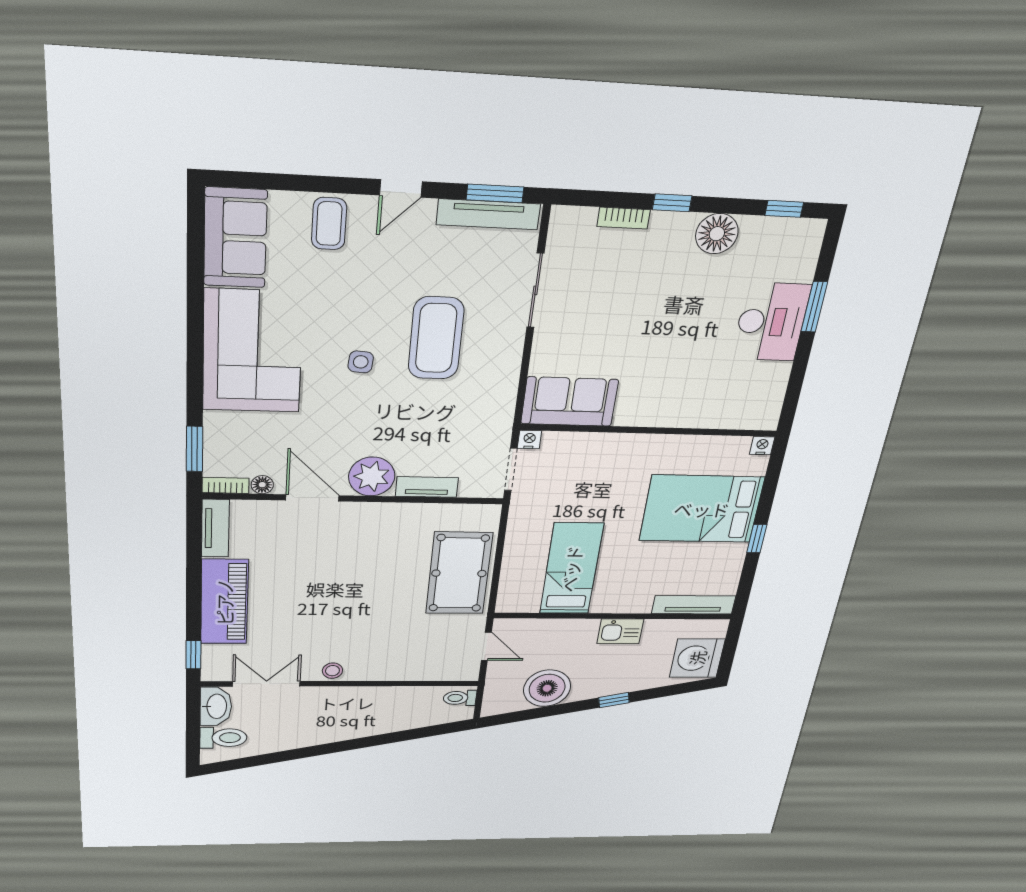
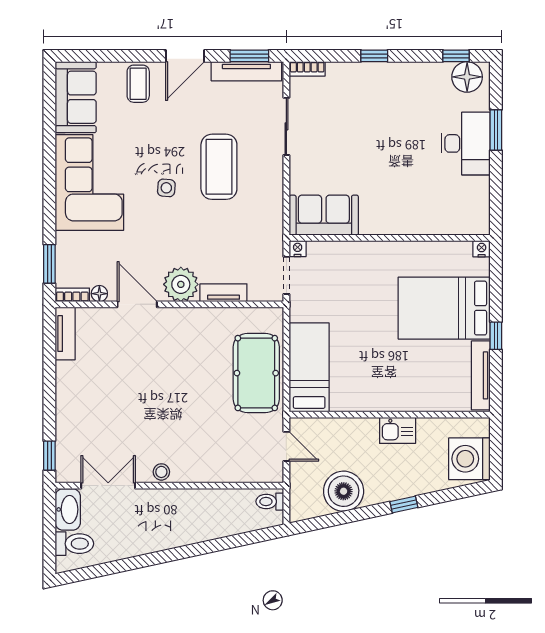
door: (401, 188) -> (185, 56), width x1.38
bookcase: (624, 218) -> (307, 69), moved
floor lamp: (717, 234) -> (467, 77), moved
bed: (571, 569) -> (309, 367), moved
piano: (224, 602) -> (73, 403), removed
tv unit: (694, 605) -> (481, 375), moved, turned -90

